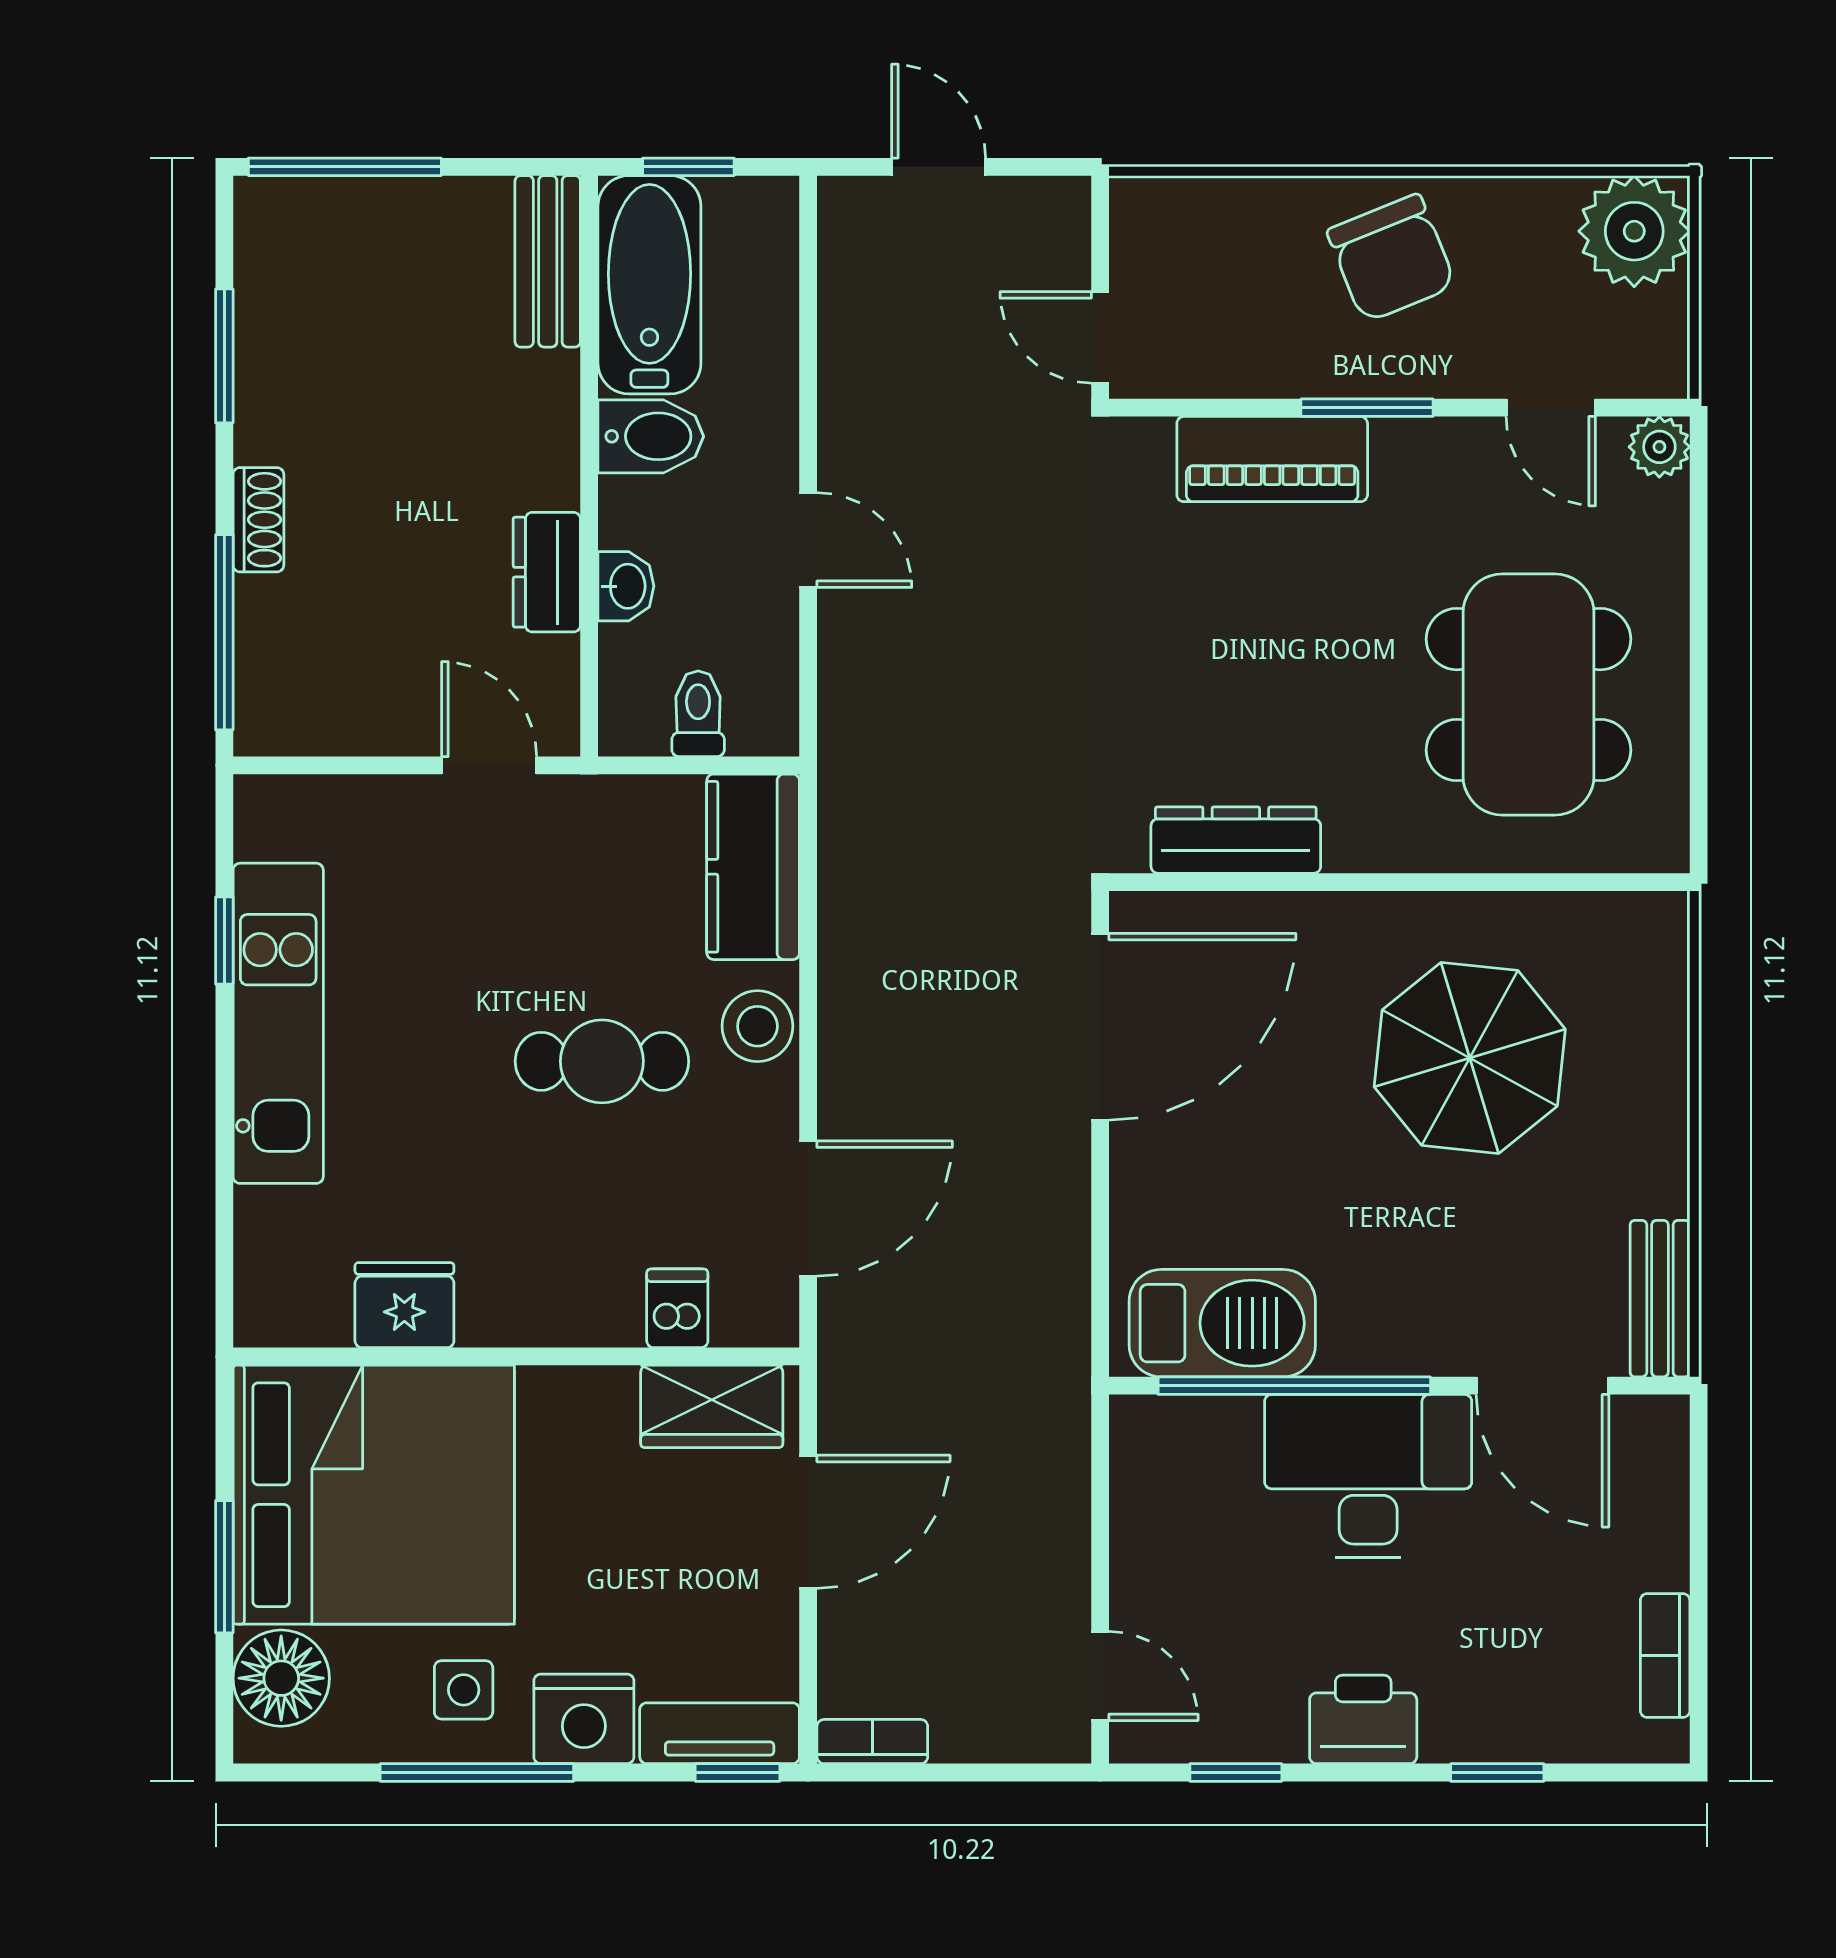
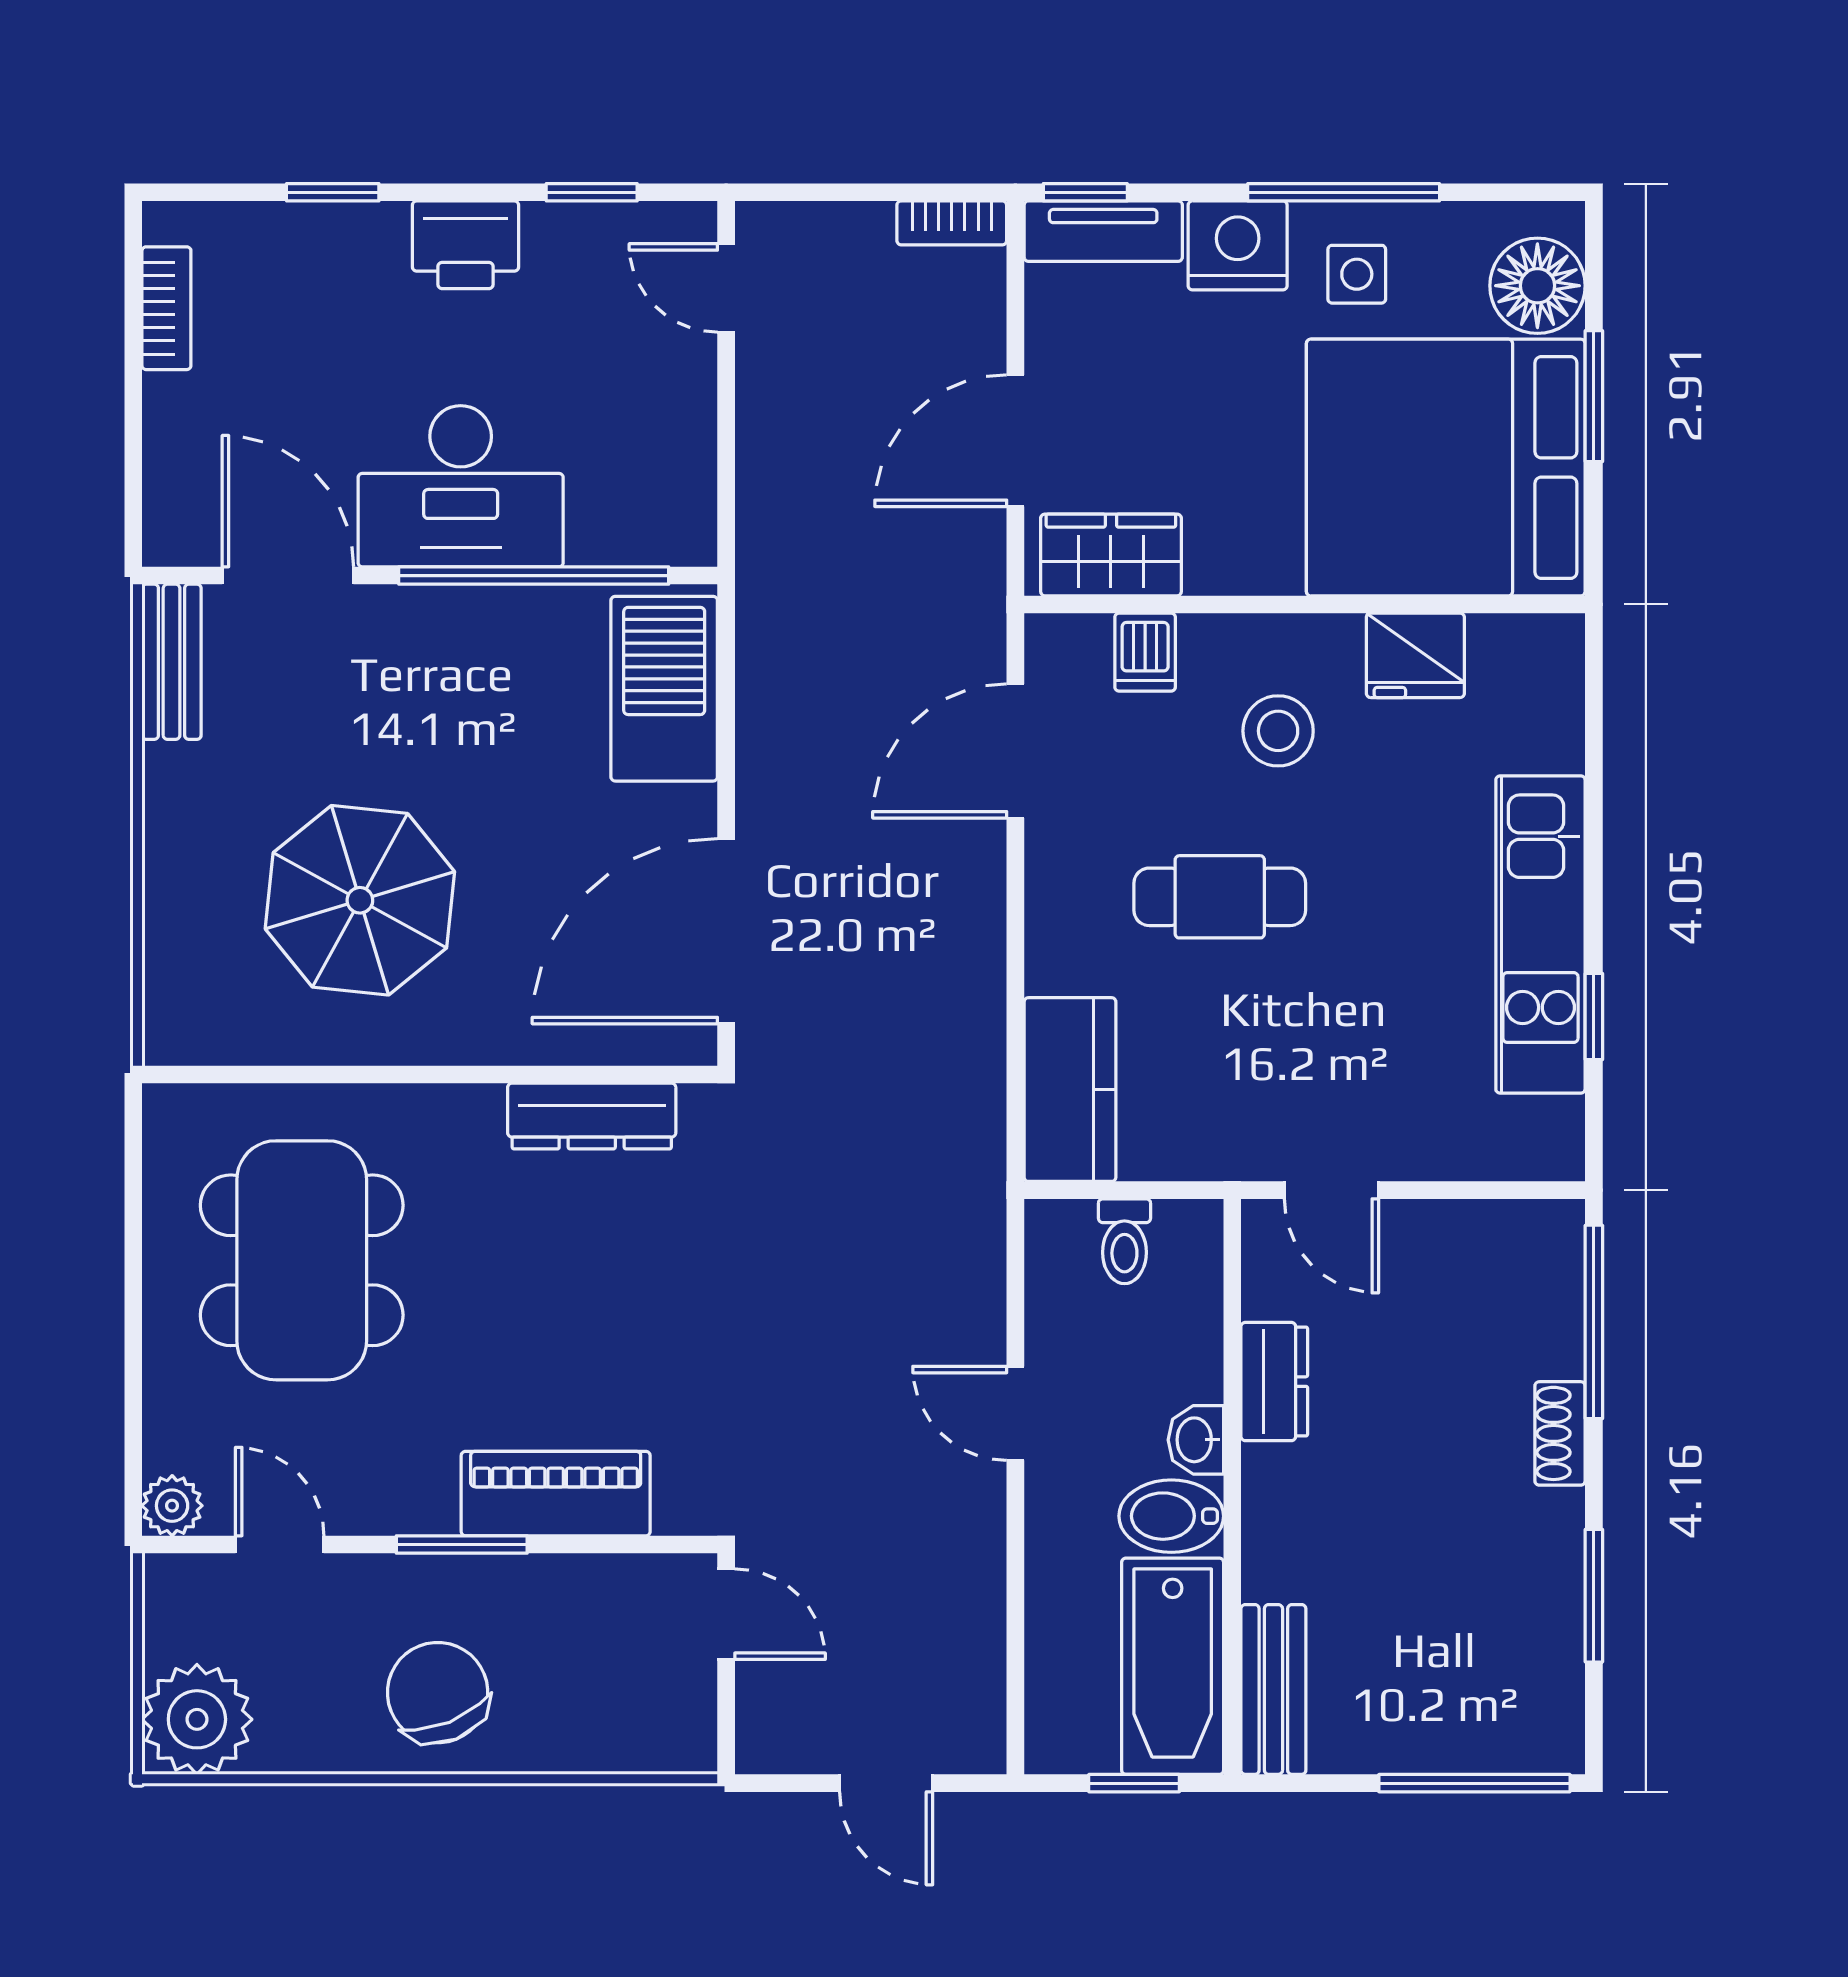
washbasin: (626, 586) -> (1196, 1440), moved
stool: (757, 1026) -> (1278, 731), moved
barbecue: (1222, 1323) -> (664, 689), moved, turned 90

